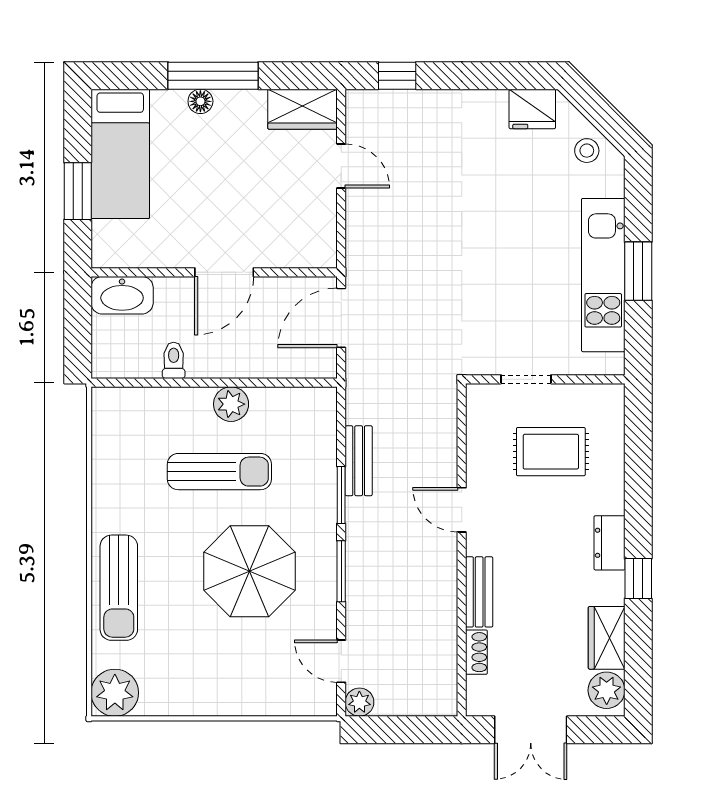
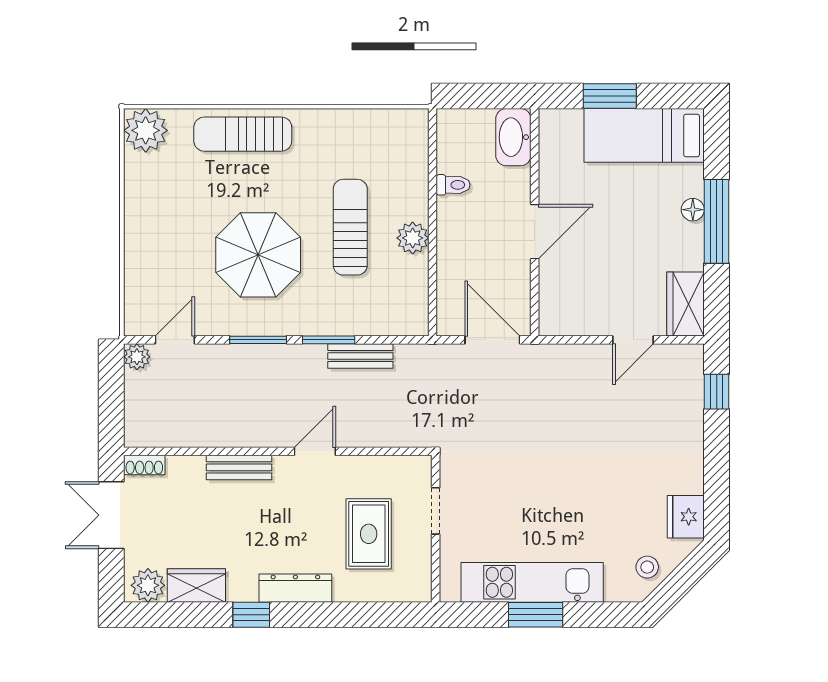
door: (224, 272) -> (535, 232), swing flipped
sun lounger: (219, 472) -> (350, 227), turned 180
dresser: (609, 543) -> (295, 588), width x1.44
shoe rack: (476, 652) -> (144, 465), moved

